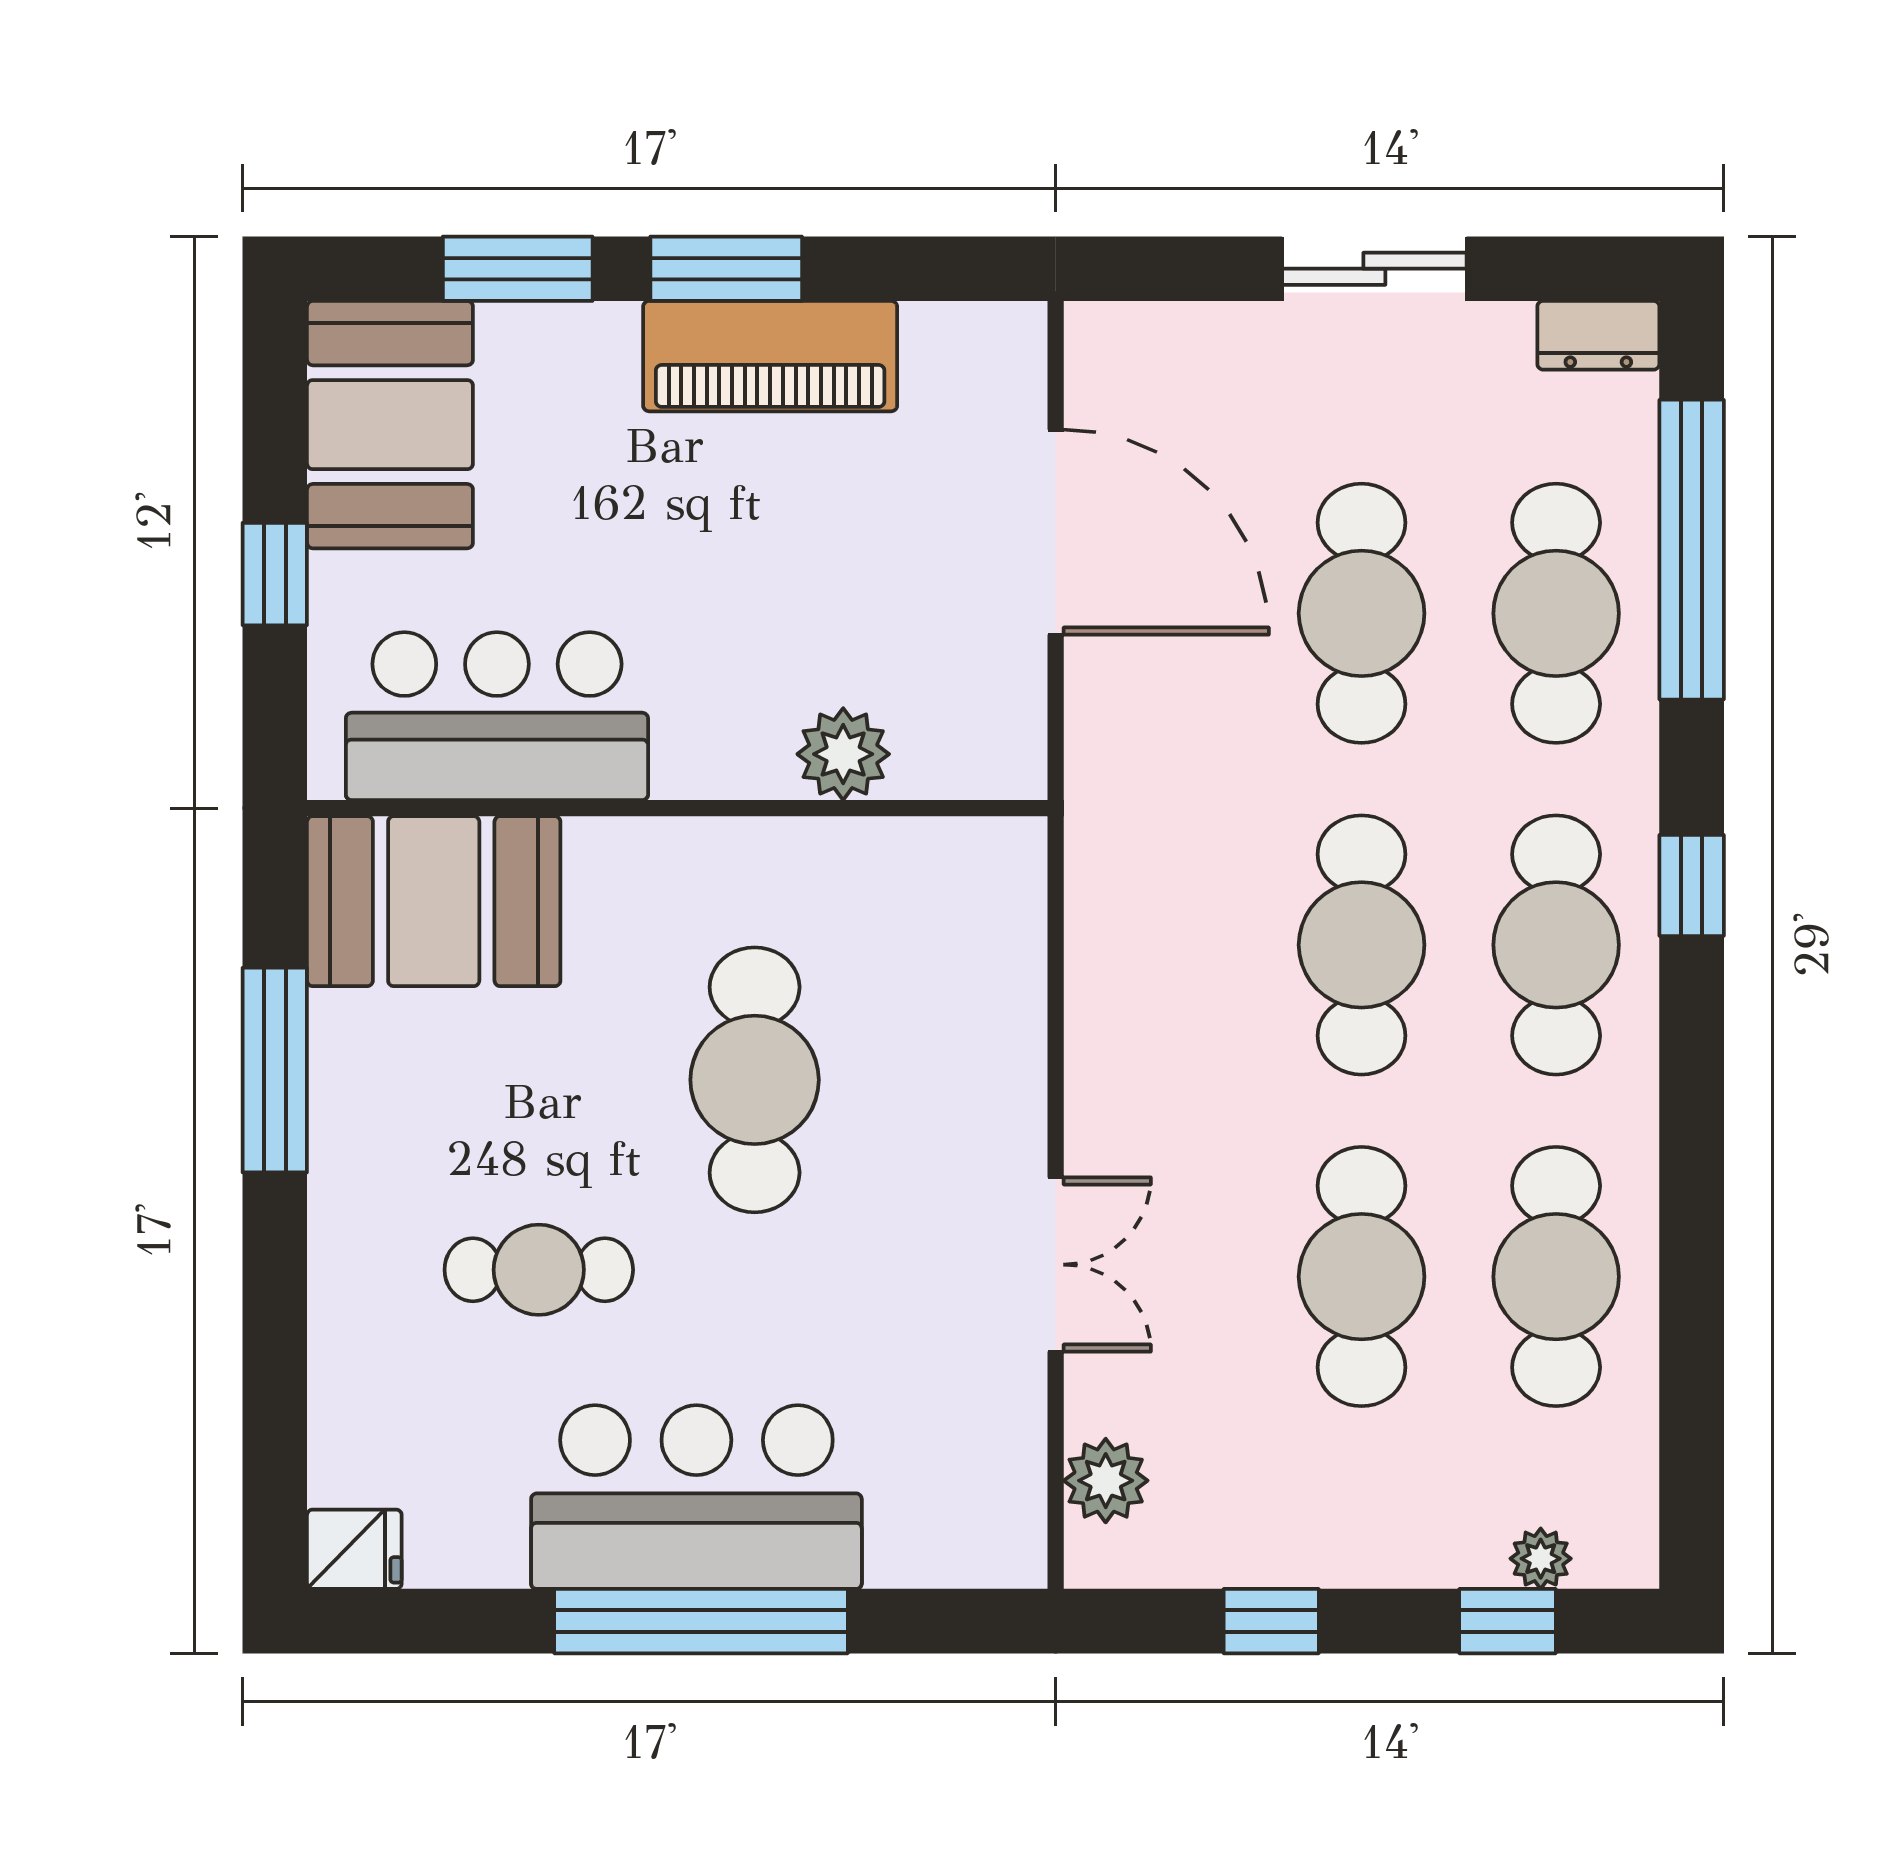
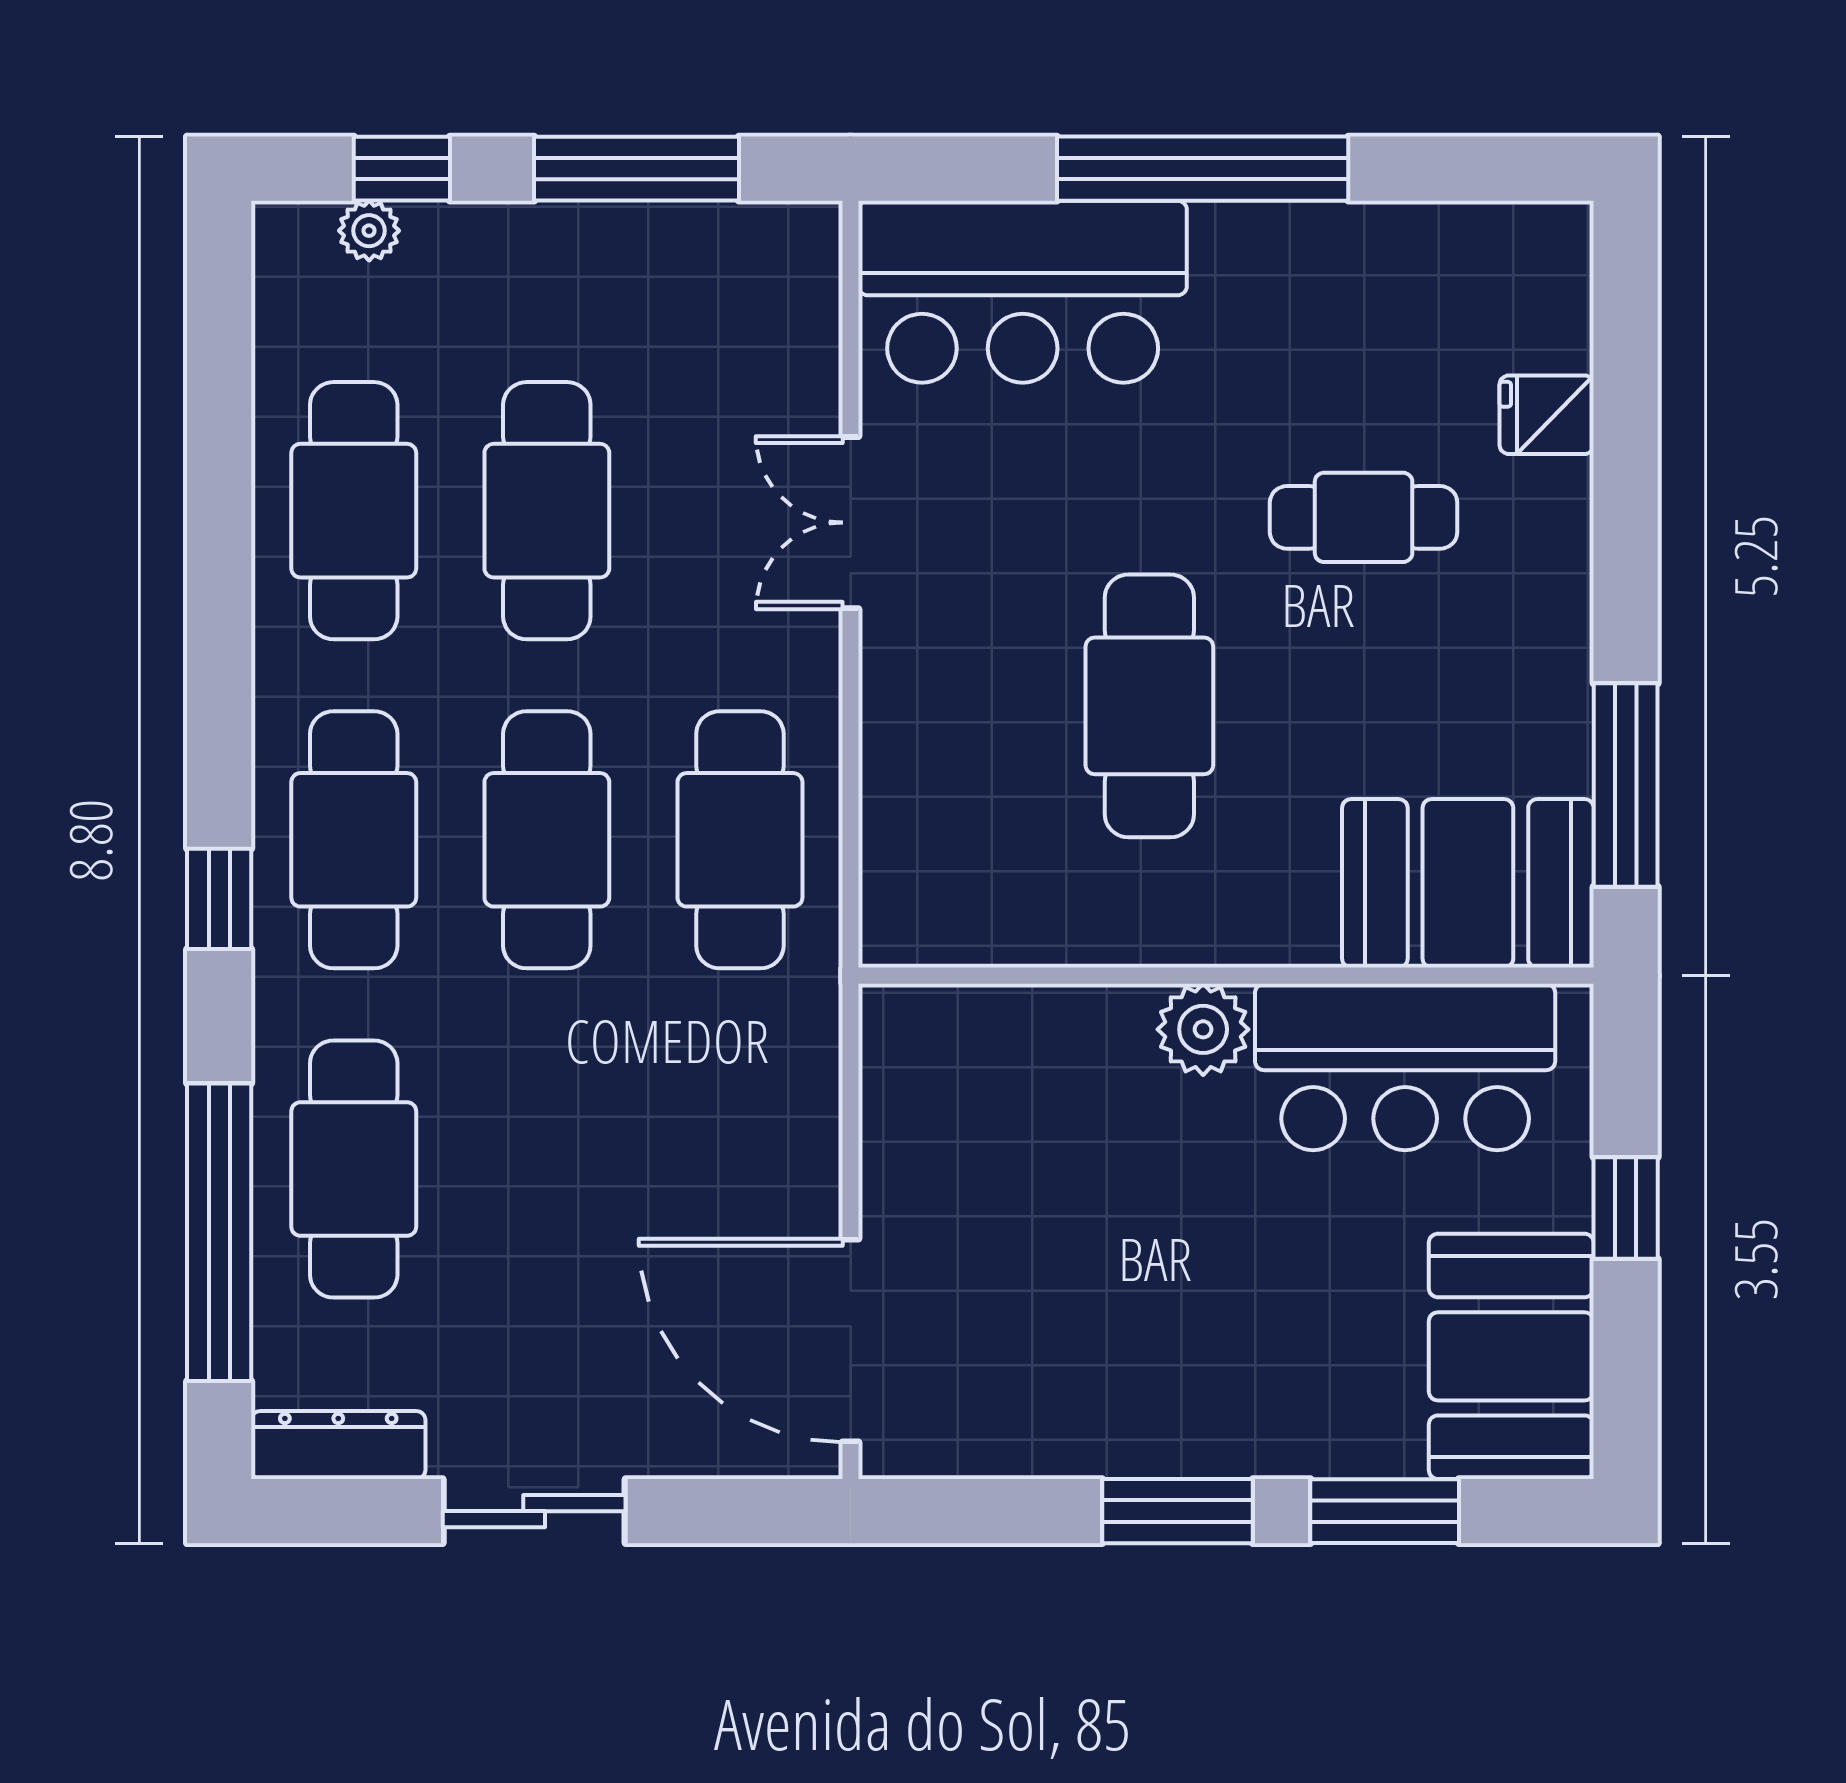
dresser: (1598, 335) -> (338, 1445), width x1.44
piano: (770, 356) -> (1134, 1424), removed
door: (1056, 532) -> (851, 1340), moved
cafe table: (1362, 613) -> (740, 840), moved
plant: (843, 754) -> (1203, 1029), moved
window: (275, 1070) -> (1626, 785), moved
plant: (1106, 1481) -> (801, 308), removed
bar counter: (696, 1497) -> (1023, 292), moved
fridge: (354, 1549) -> (1547, 415), moved
window: (1271, 1621) -> (637, 169), width x2.17

